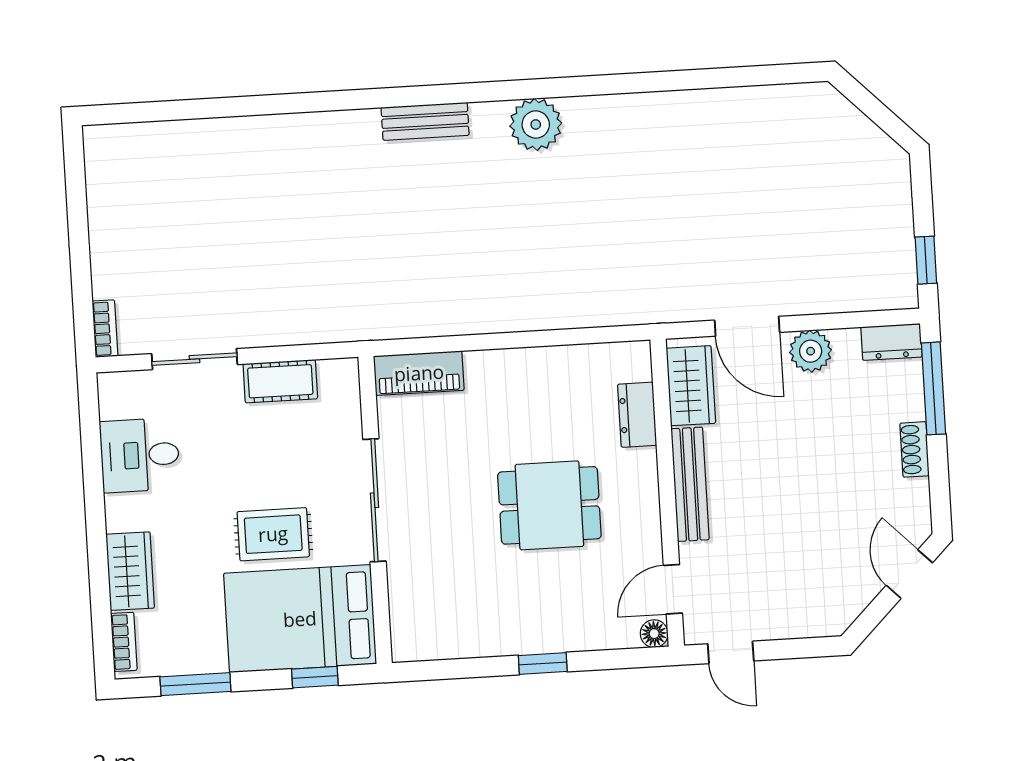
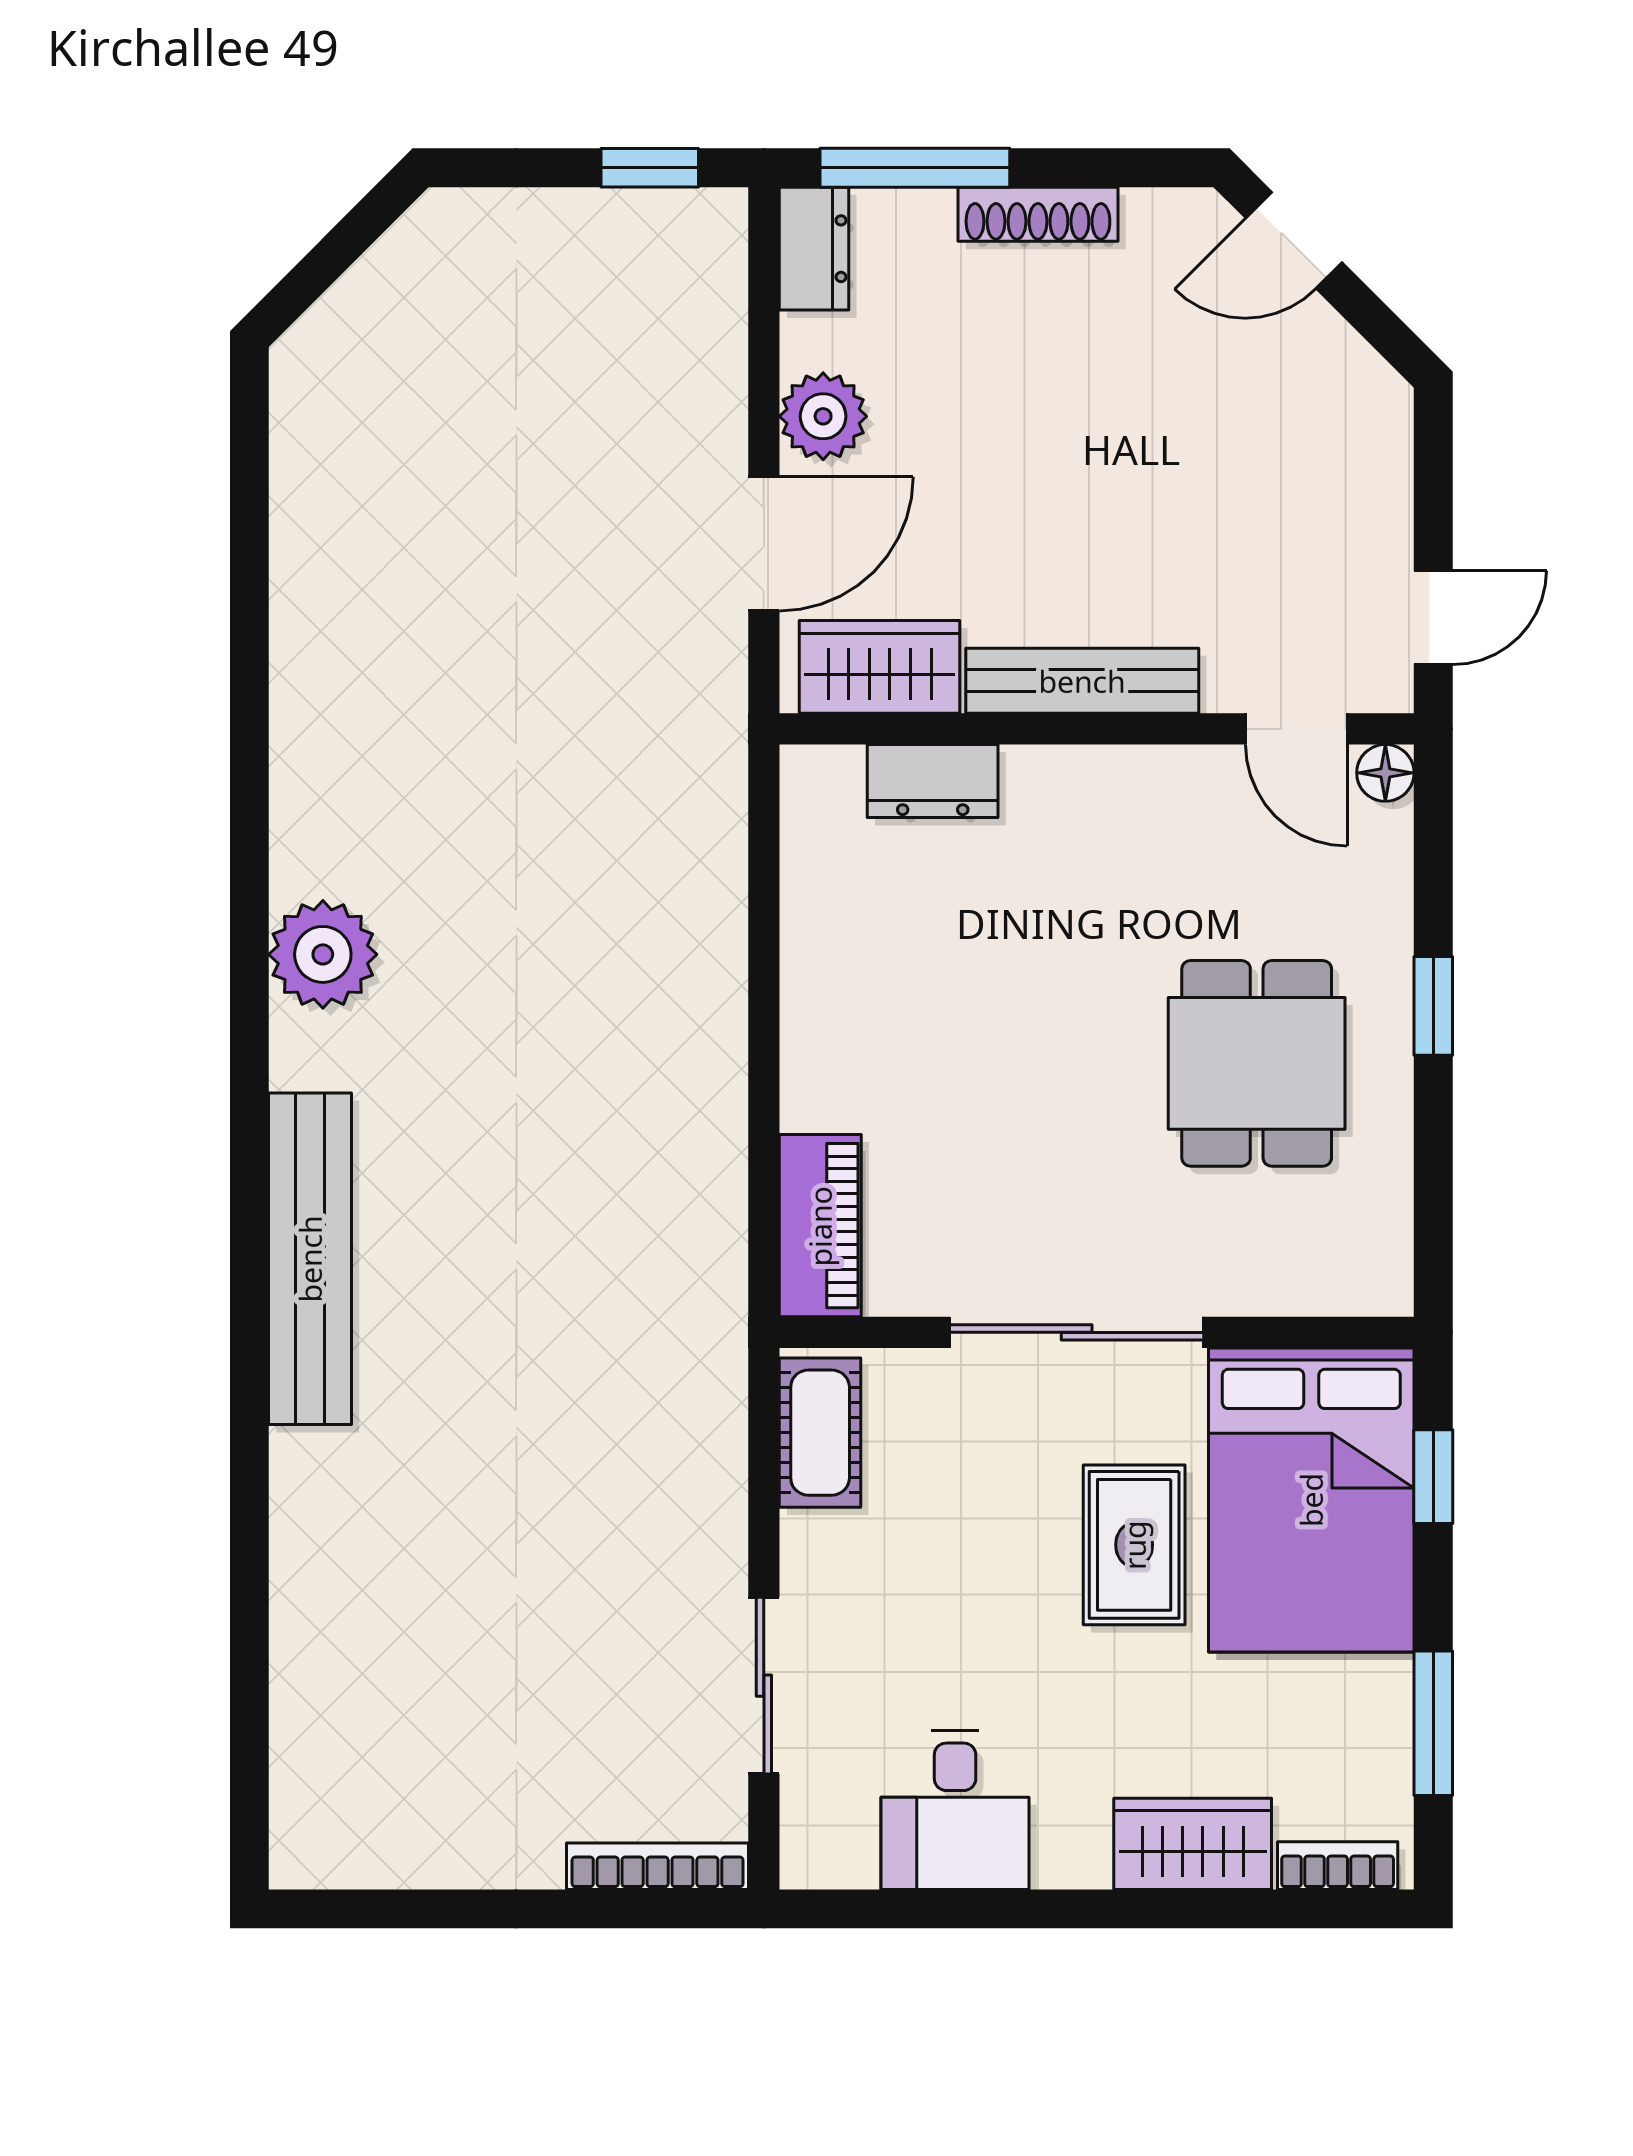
bench: (425, 121) -> (310, 1259), width x1.86, depth x1.21
bookcase: (105, 329) -> (658, 1866), width x1.56
cot: (280, 381) -> (820, 1433), moved
shoe rack: (915, 449) -> (1038, 214), width x1.43
dining table: (549, 505) -> (1257, 1063), moved

